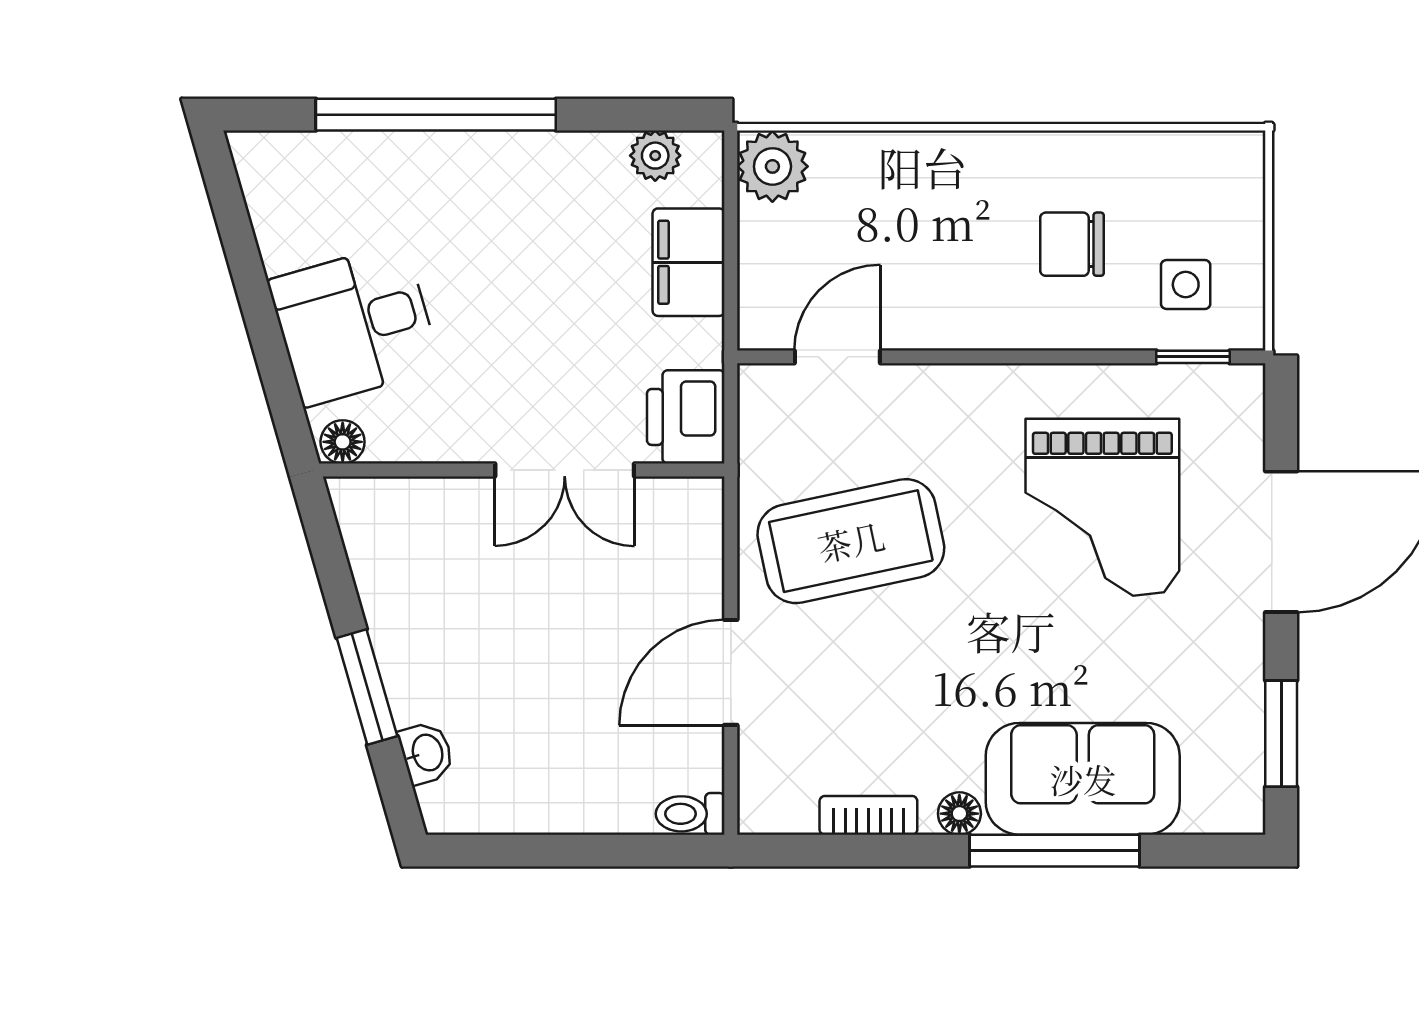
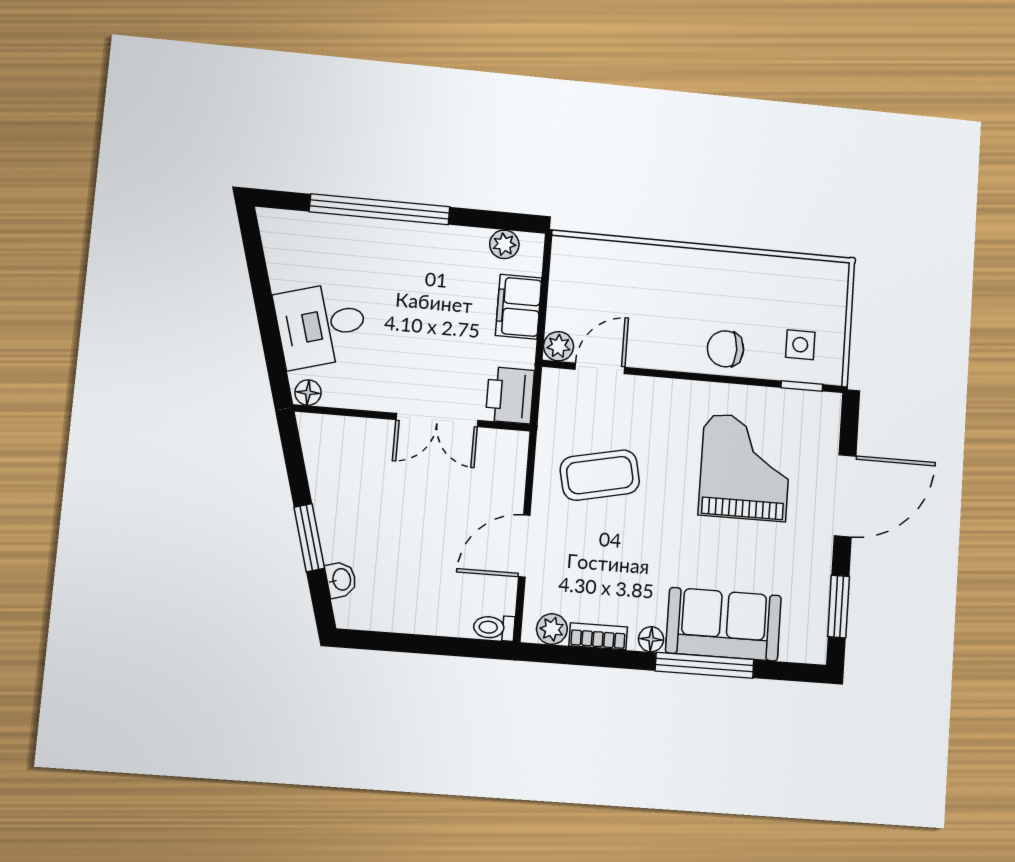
plant: (772, 166) -> (558, 346), moved, width x0.73, depth x0.73
chair: (1072, 244) -> (725, 349), moved
grand piano: (1102, 507) -> (745, 467), turned 180
coffee table: (851, 541) -> (600, 475), width x0.73, depth x0.76
plant: (789, 809) -> (552, 629), added

